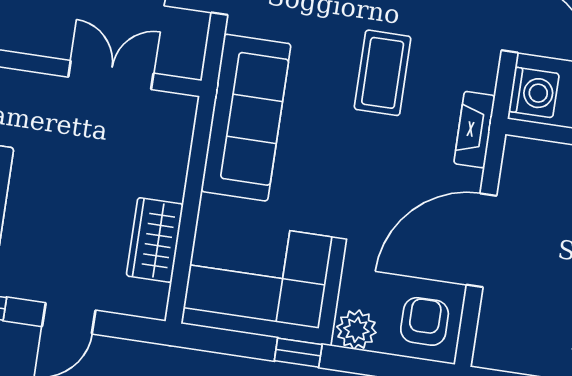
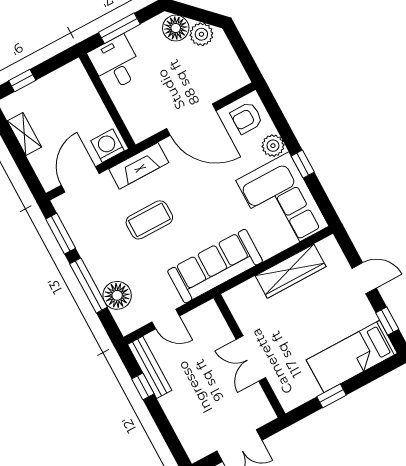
double door: (111, 75) -> (251, 358), moved
fireplace: (474, 130) -> (139, 166), width x1.37, depth x1.32
wardrobe: (155, 240) -> (291, 271), width x1.50

